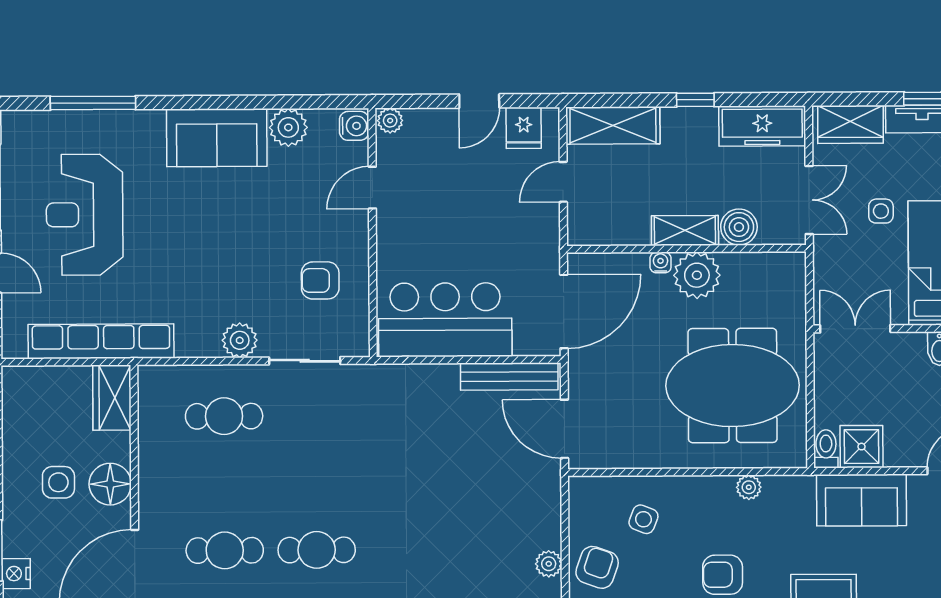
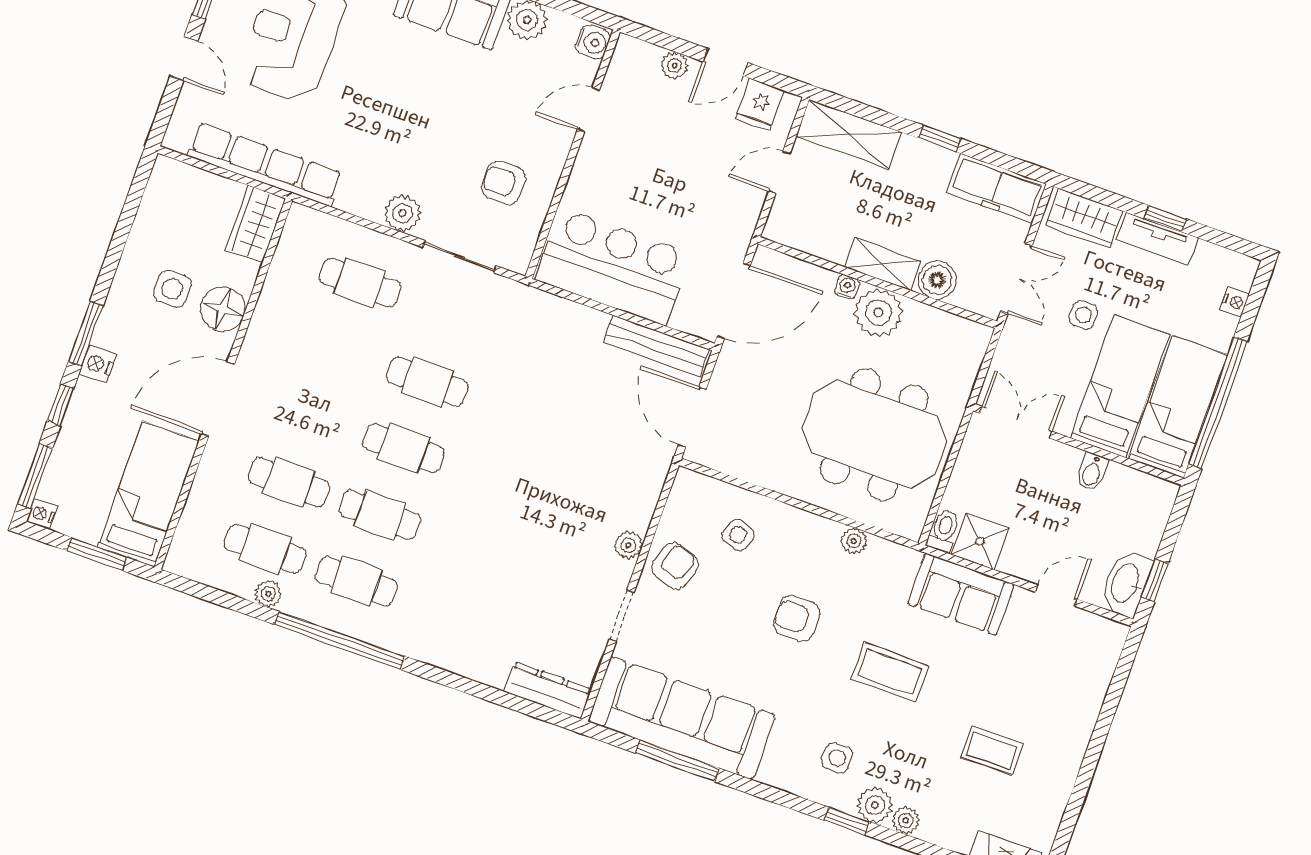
plant: (390, 121) -> (675, 65), moved
cafe table: (225, 550) -> (427, 382), moved

